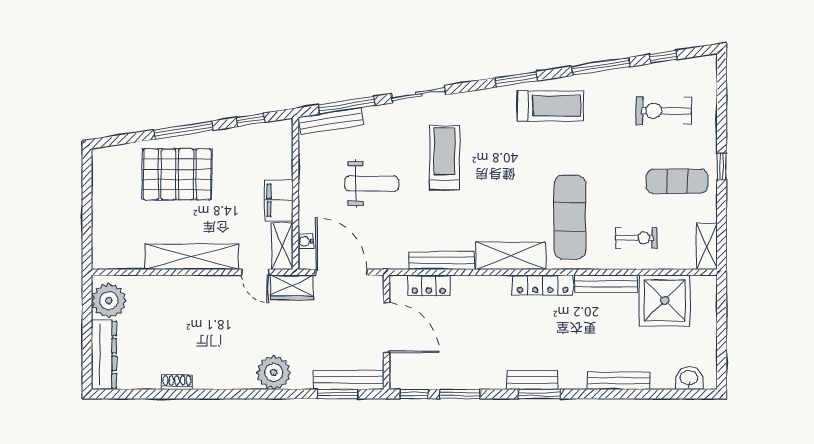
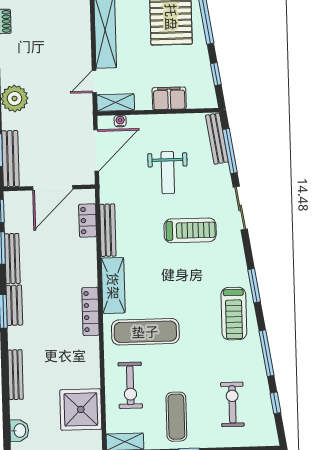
filing cabinet: (279, 200) -> (169, 98), moved
exercise bike: (636, 238) -> (130, 385), width x1.38, depth x1.39
bench: (606, 284) -> (12, 259), moved
wardrobe: (292, 287) -> (83, 111), removed

